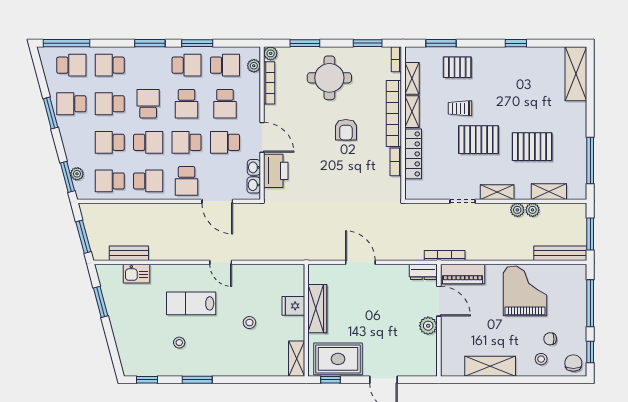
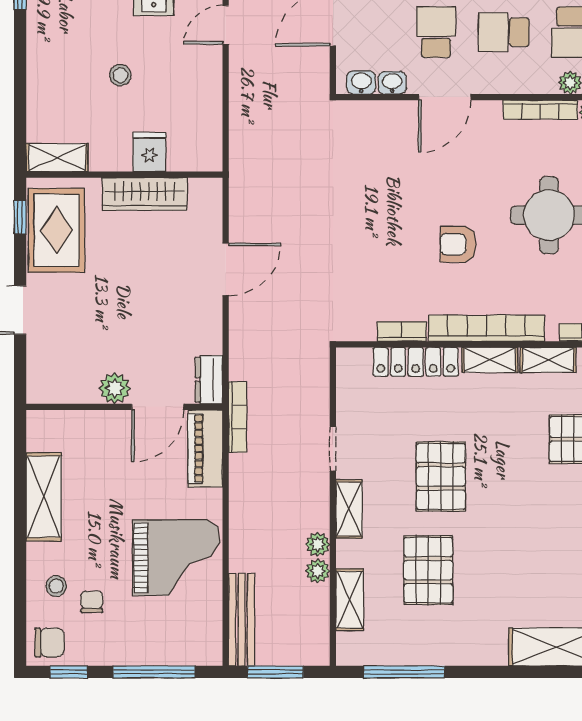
trolley: (460, 108) -> (496, 444), removed
printer: (276, 171) -> (386, 121), removed

